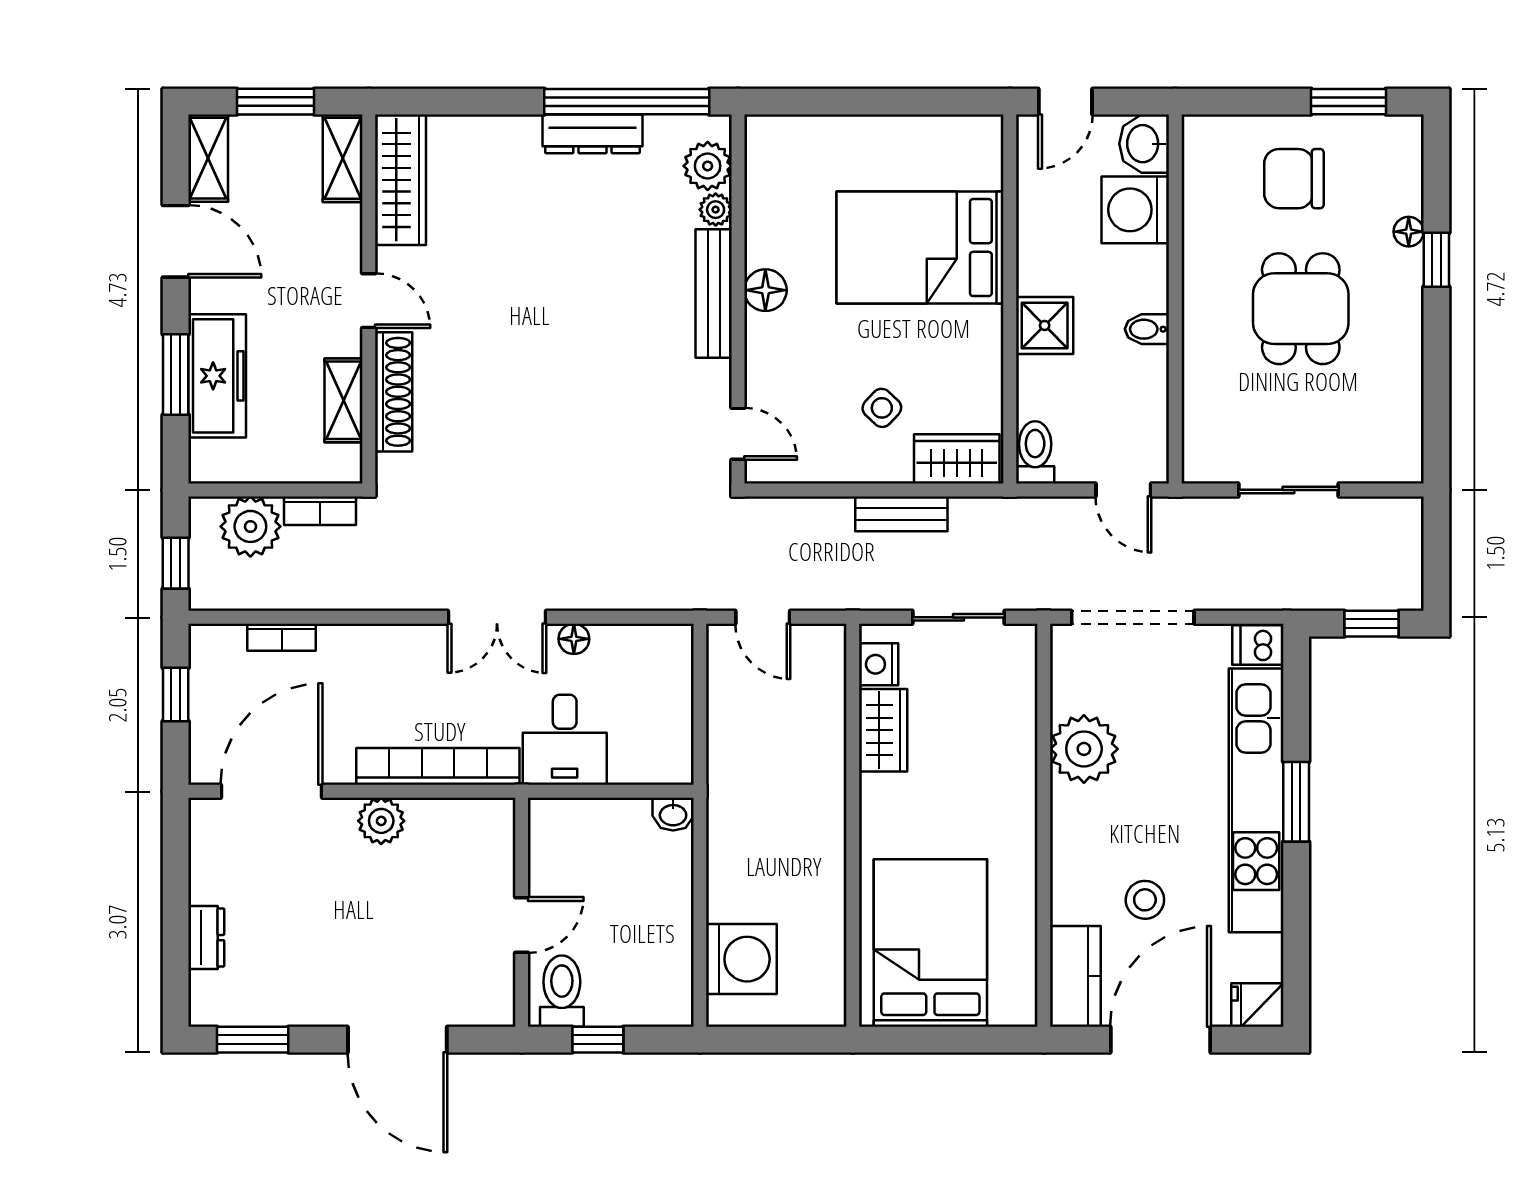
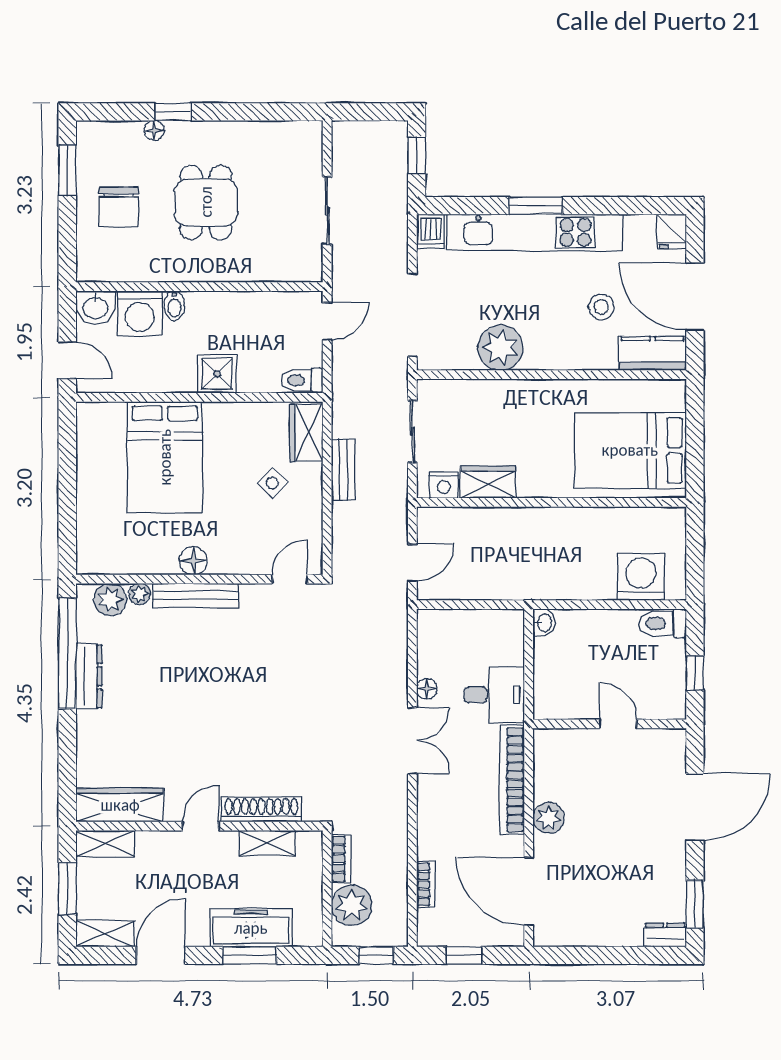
dining table: (1301, 309) -> (206, 202), turned 90
bidet: (1147, 329) -> (174, 306), moved
dresser: (206, 938) -> (665, 935), moved
toilet: (562, 991) -> (662, 623), moved

